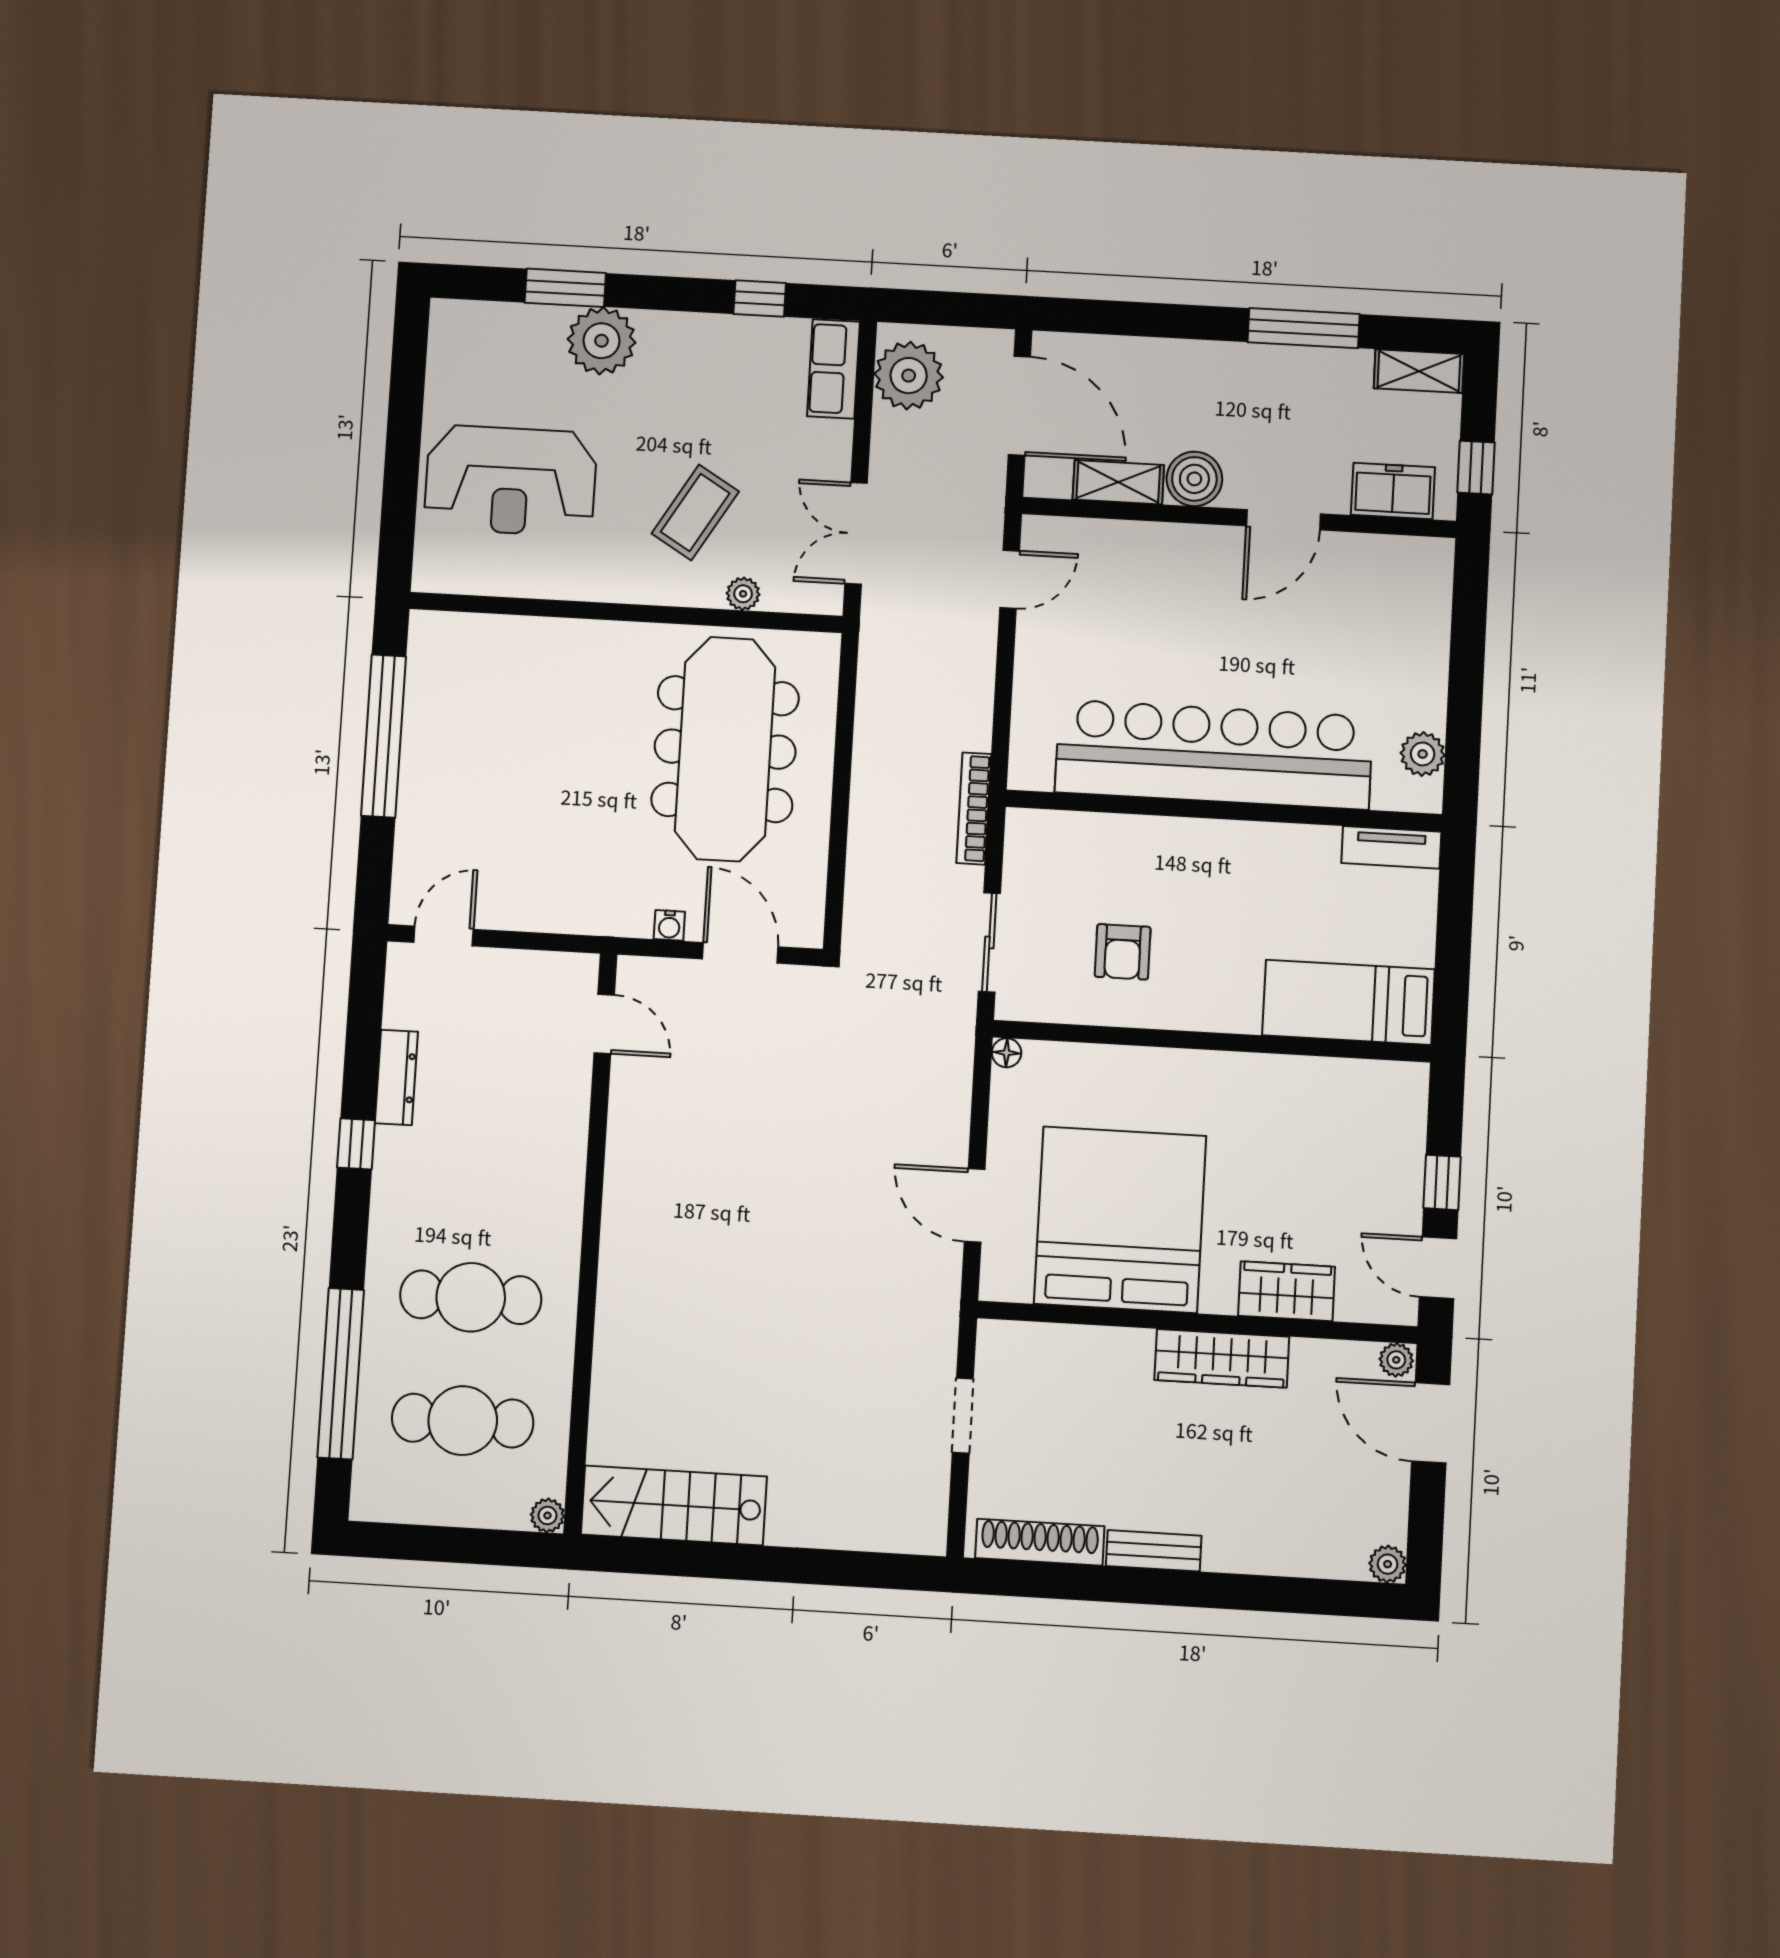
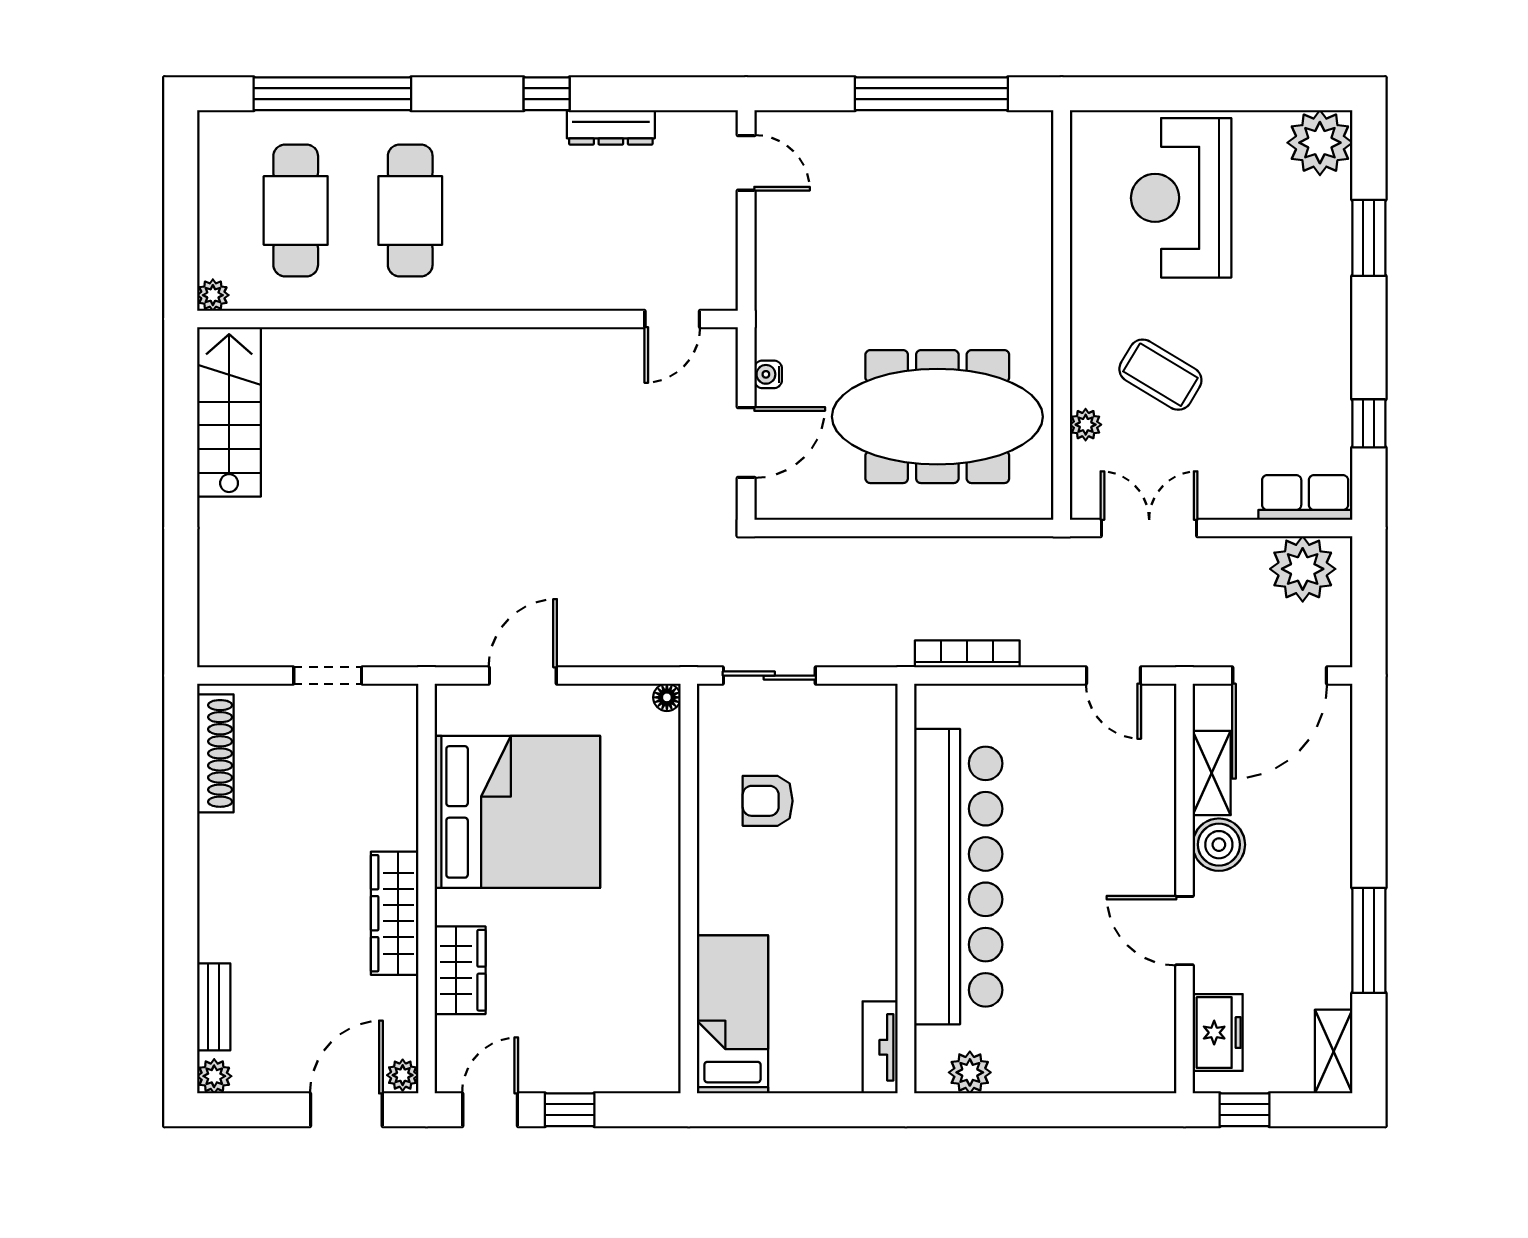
plant: (602, 341) -> (1320, 143), moved
bookcase: (974, 808) -> (967, 654), moved
bench: (1154, 1551) -> (214, 1007), moved

